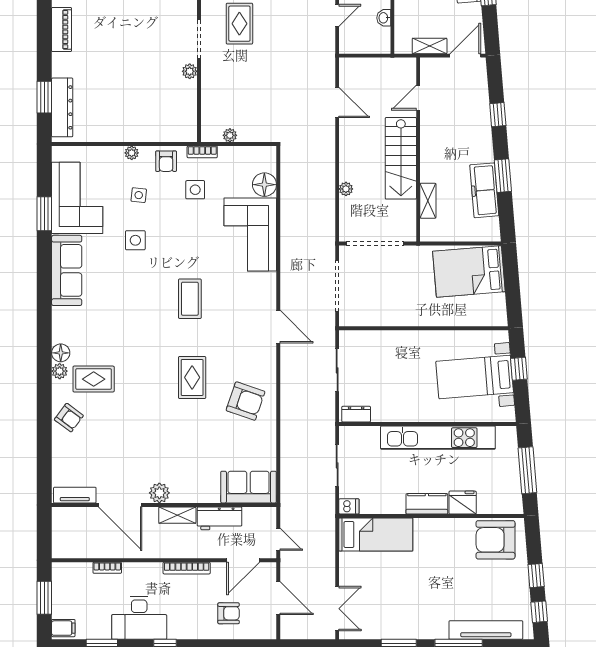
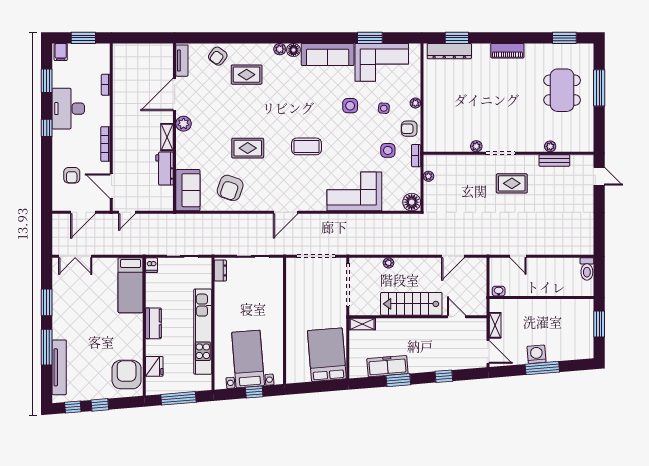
washbasin: (384, 18) -> (499, 291), moved
floor lamp: (264, 185) -> (412, 202), moved
shelving: (428, 201) -> (362, 324), moved
floor lamp: (61, 353) -> (293, 50), moved
plant: (60, 371) -> (280, 49), moved
rug: (94, 379) -> (247, 75), turned 90
sofa: (249, 487) -> (188, 190), moved
plant: (159, 493) -> (184, 124), moved
tv unit: (75, 495) -> (182, 61), moved
fridge: (463, 503) -> (154, 366), moved
door: (120, 505) -> (175, 94), moved
wall: (164, 505) -> (175, 127), moved
shelving: (177, 515) -> (167, 137), moved
workbench: (219, 518) -> (165, 169), moved

